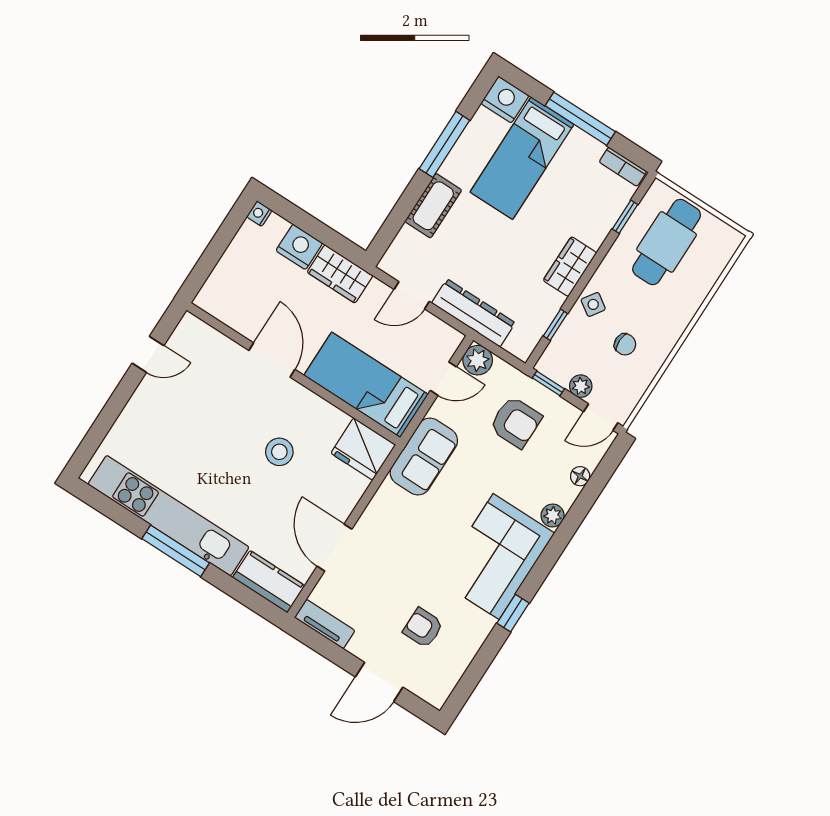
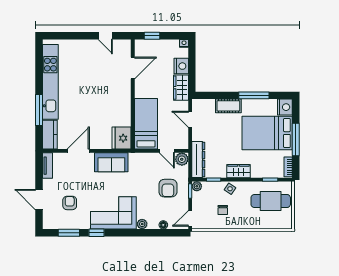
bed: (522, 158) -> (267, 133), width x1.50
window: (206, 265) -> (152, 36), added
dresser: (473, 313) -> (198, 159), moved
door: (272, 360) -> (133, 68), moved
plant: (581, 386) -> (197, 186), moved
door: (601, 417) -> (190, 218), hinge flipped
stool: (279, 452) -> (100, 108), removed
sofa: (424, 456) -> (111, 162), moved
window: (176, 551) -> (39, 110), moved
window: (479, 666) -> (69, 233), added

